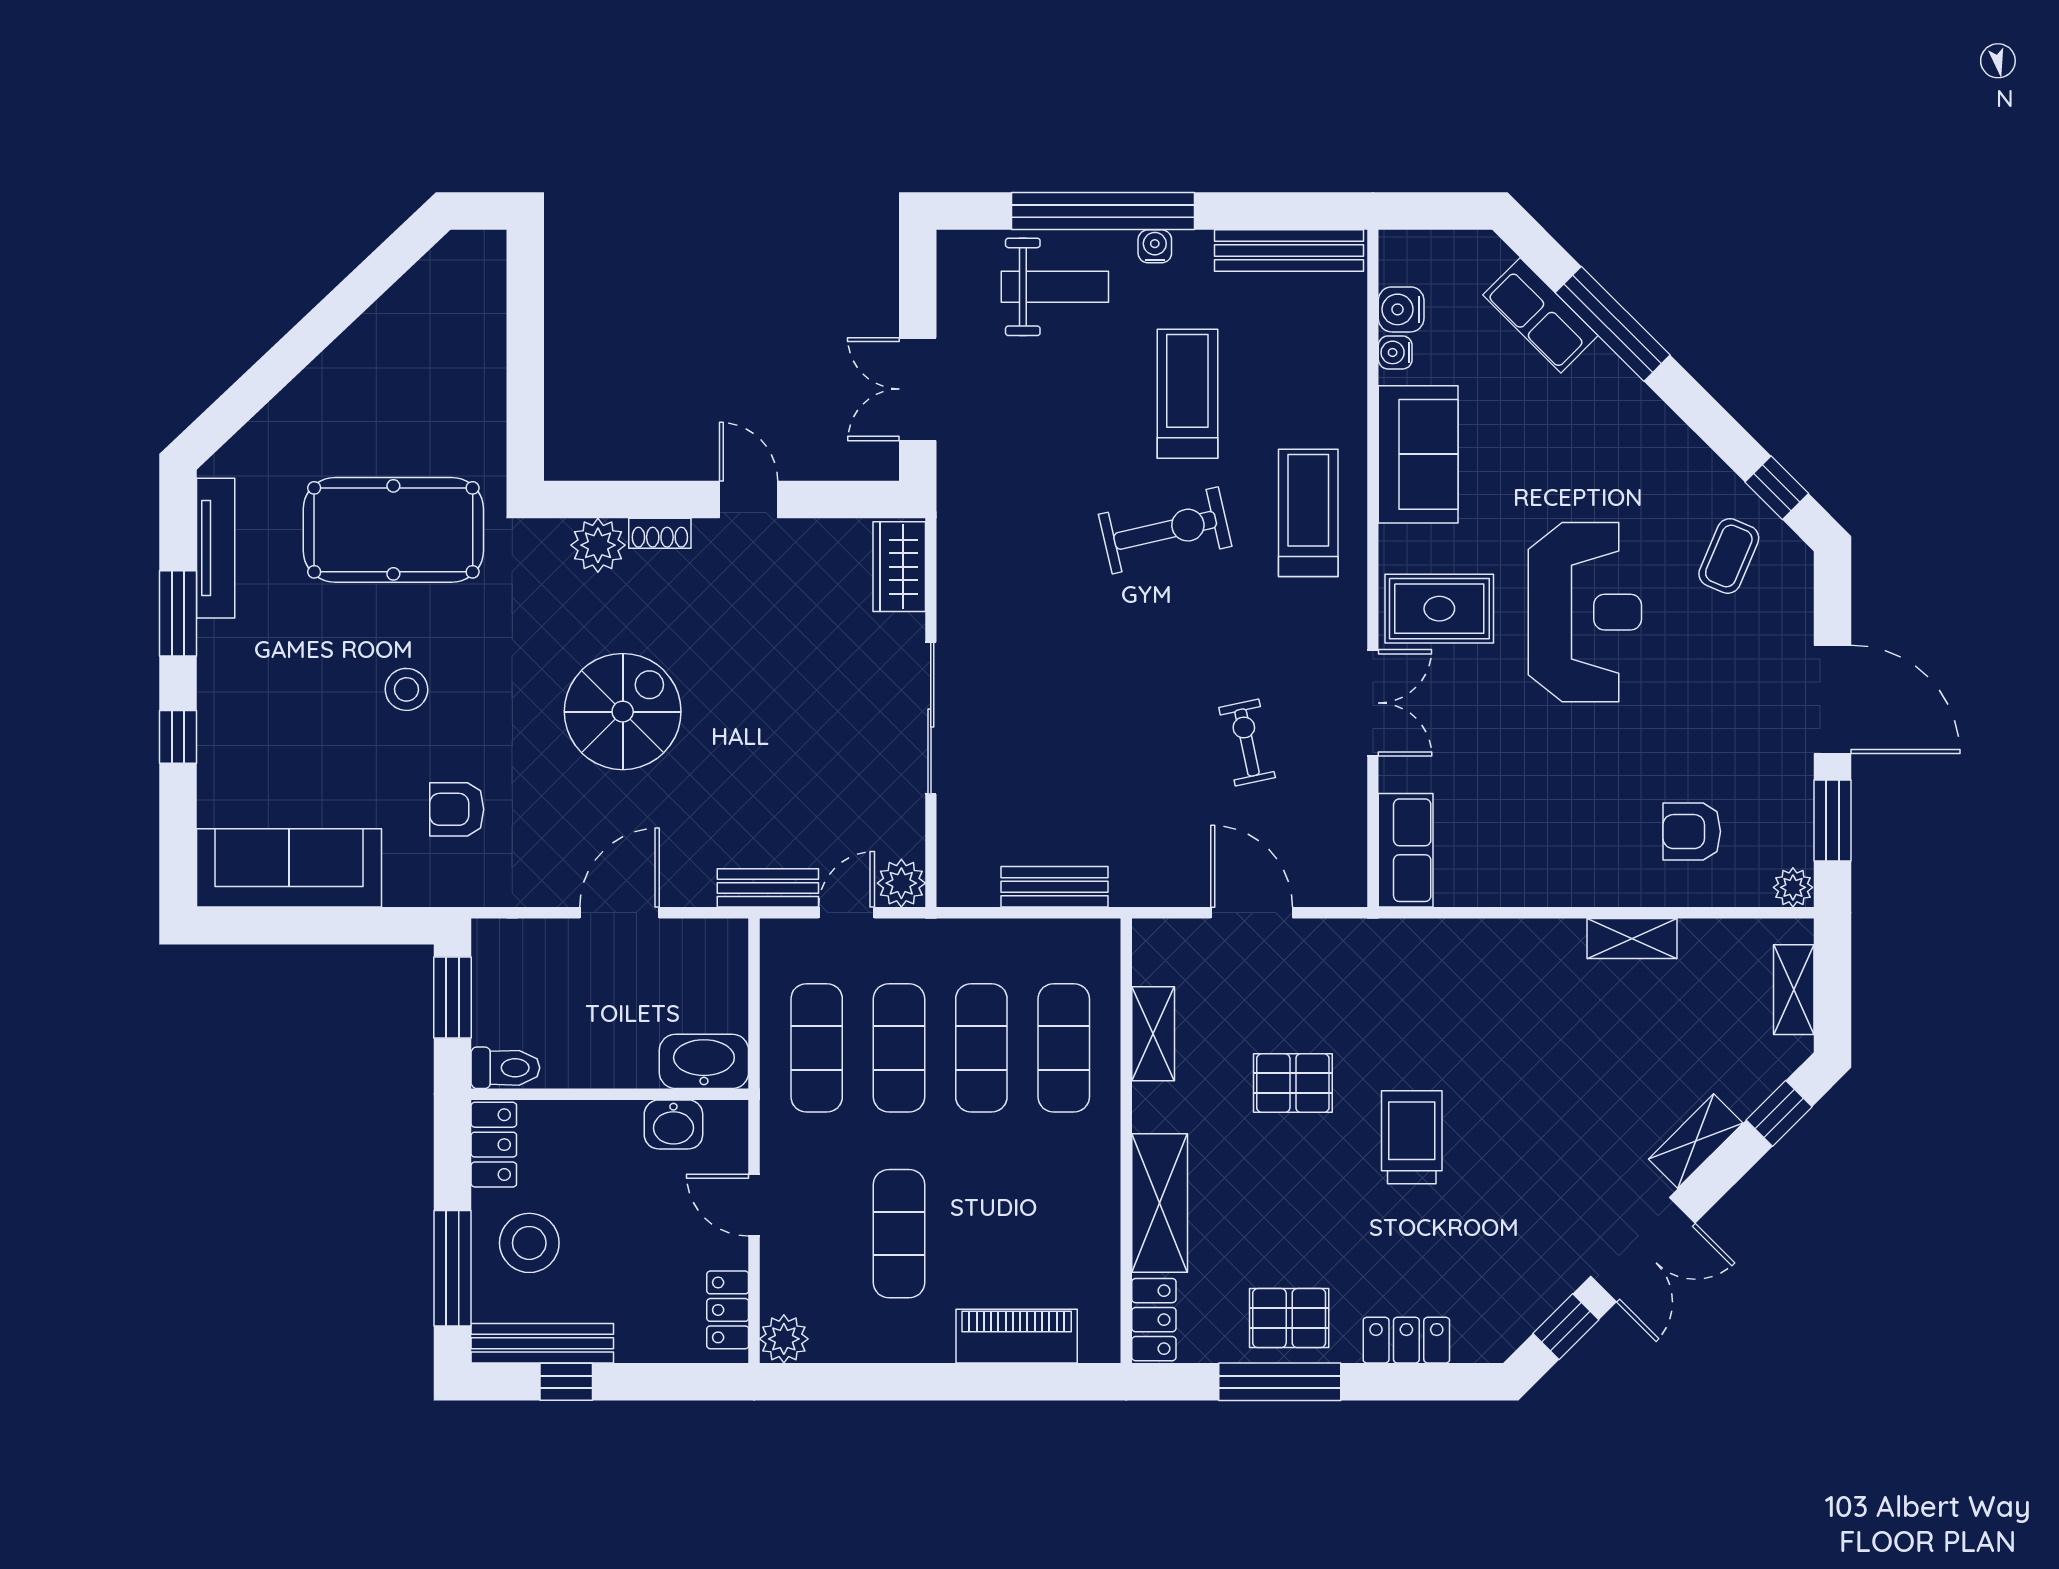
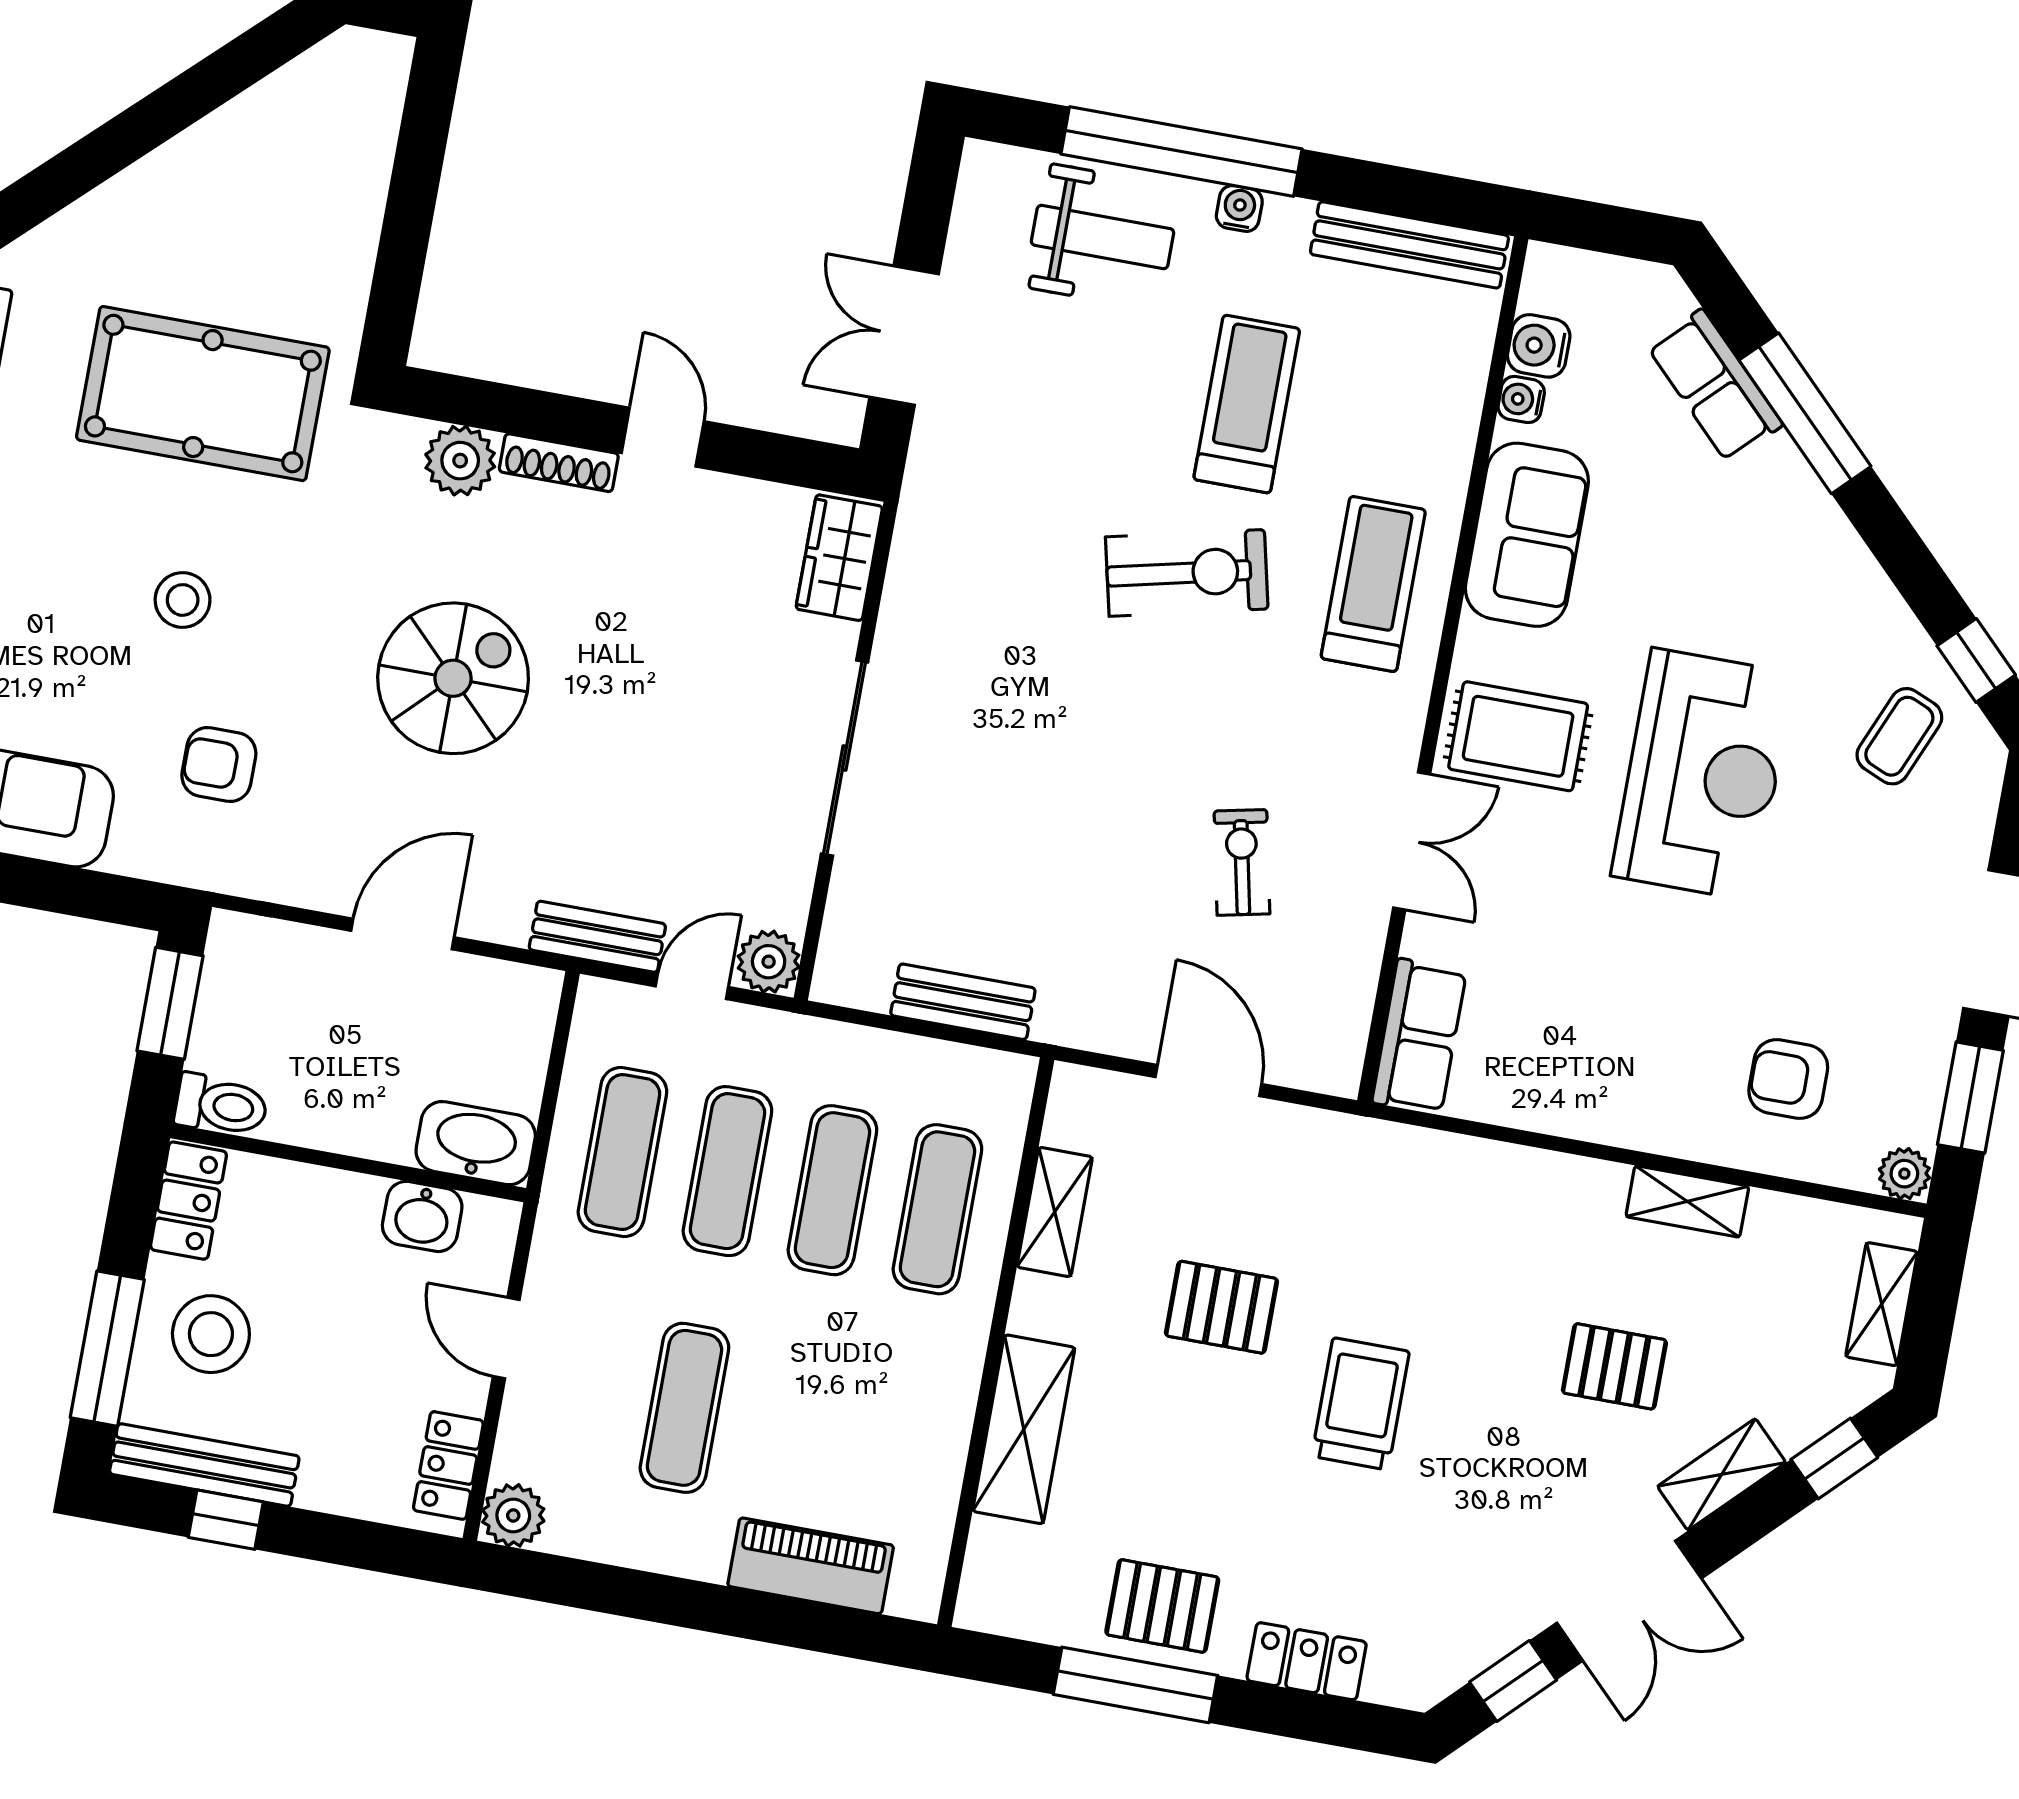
shoe rack: (660, 533) -> (559, 463), width x1.43
pallet: (1599, 1074) -> (1614, 1366), added
locker: (1154, 1320) -> (989, 1577), removed

